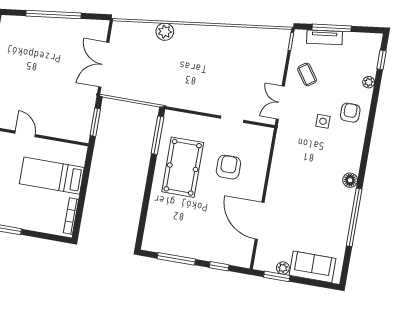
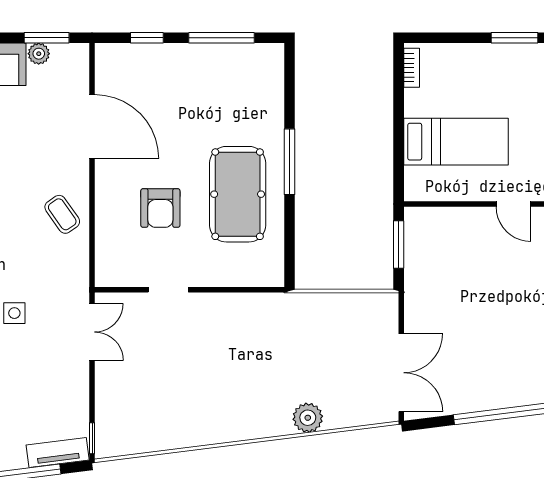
tv unit: (325, 37) -> (58, 453), moved
double door: (104, 65) -> (401, 373), moved
coffee table: (307, 74) -> (62, 214), moved
window: (158, 135) -> (289, 162), moved
bookcase: (71, 216) -> (412, 68), width x0.64

